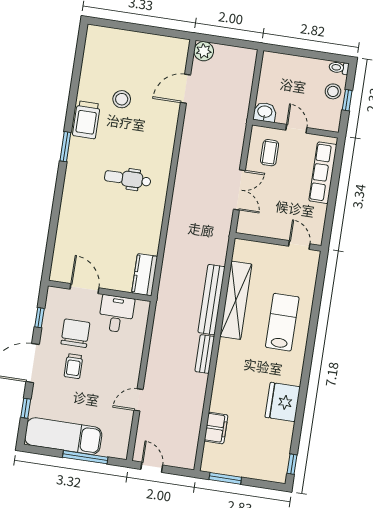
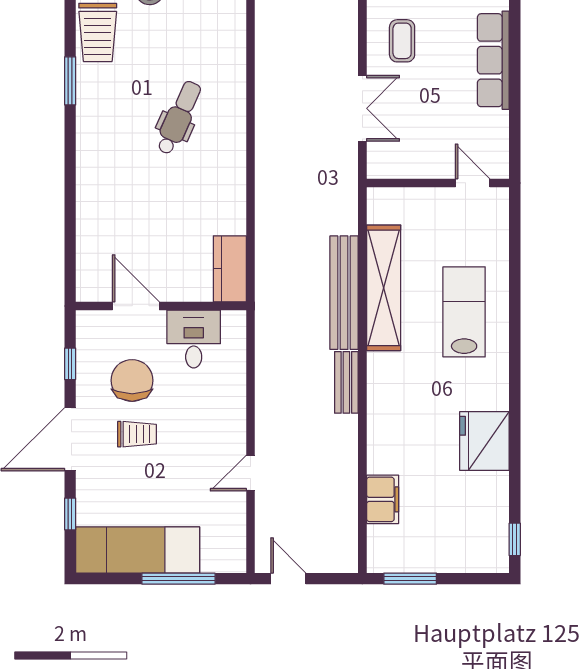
dental chair: (128, 179) -> (179, 118), turned 114
trolley: (73, 366) -> (137, 434), turned -90

